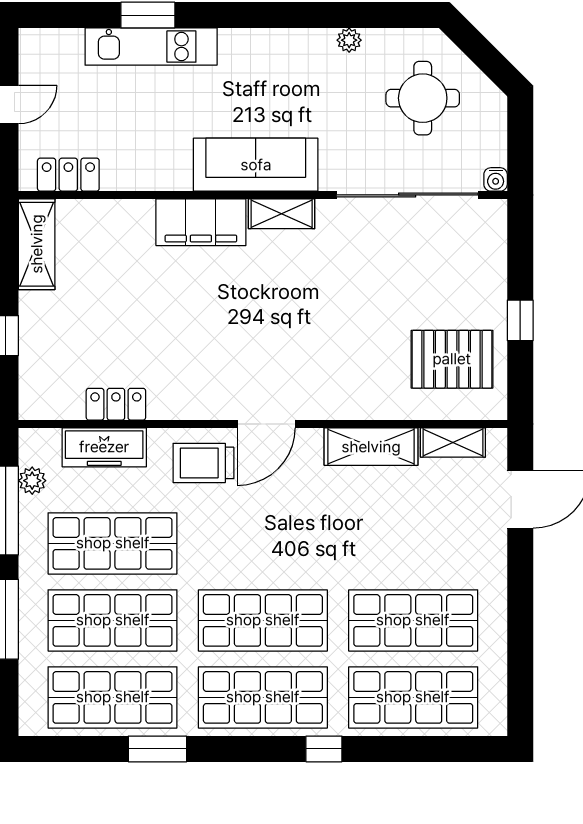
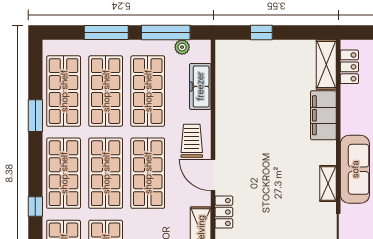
filing cabinet: (201, 222) -> (323, 115), moved
shelving: (37, 244) -> (326, 64), moved, turned 90
locker: (116, 404) -> (224, 212), moved
shop shelf: (263, 543) -> (148, 173), added

